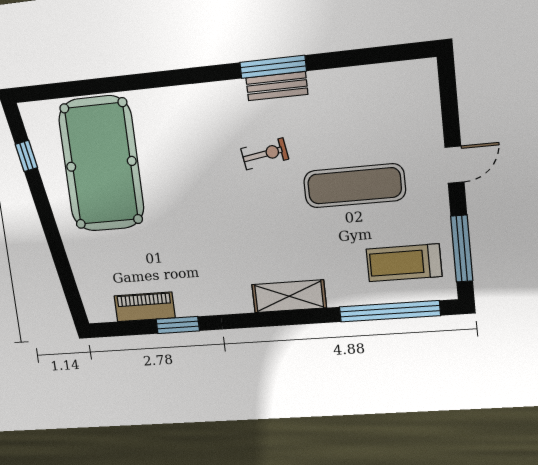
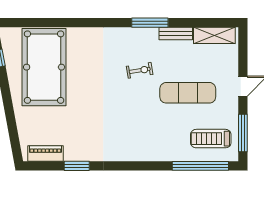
bench: (277, 86) -> (176, 33), moved
shelving: (289, 296) -> (214, 35), moved
piano: (145, 307) -> (45, 154), moved

